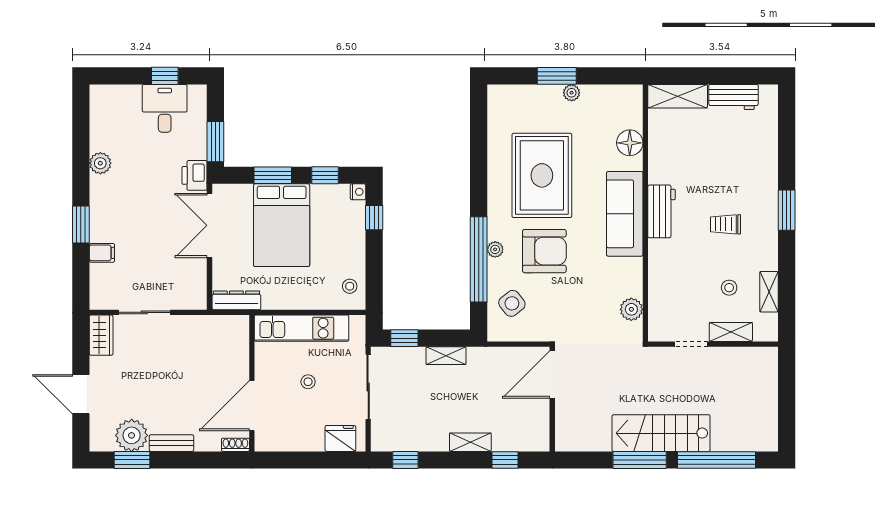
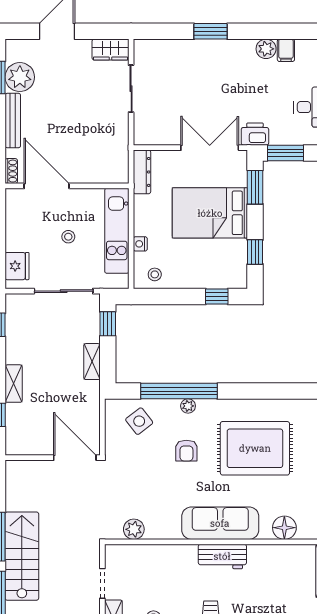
window: (273, 175) -> (255, 187), moved
nightstand: (358, 192) -> (140, 244), moved, turned 90
armchair: (544, 251) -> (186, 451), width x0.53, depth x0.53
filing cabinet: (102, 253) -> (286, 50), moved
bench: (172, 443) -> (13, 121), width x1.36

